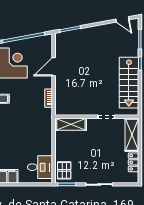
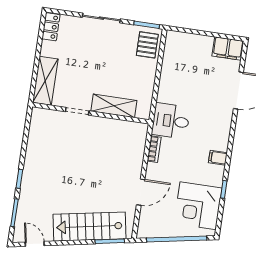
stairs: (129, 83) -> (89, 227), moved, turned -100
shelving: (71, 124) -> (114, 106), moved
locker: (134, 162) -> (51, 27), moved
desk: (40, 167) -> (171, 121), moved

